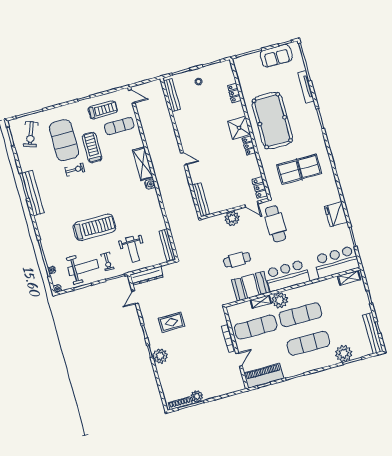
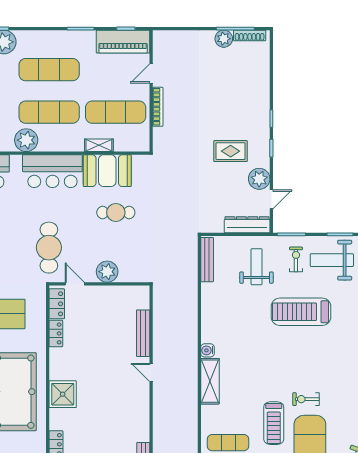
locker: (249, 146) -> (56, 333), moved
bench: (201, 199) -> (143, 333), moved
plant: (280, 300) -> (26, 140), moved
plant: (160, 356) -> (259, 179), moved

